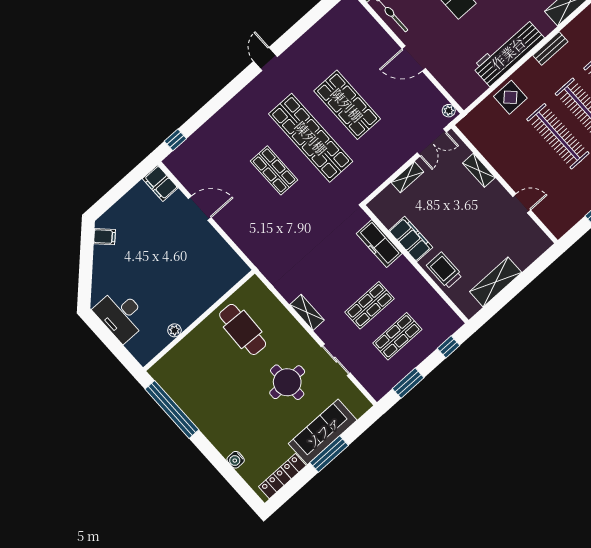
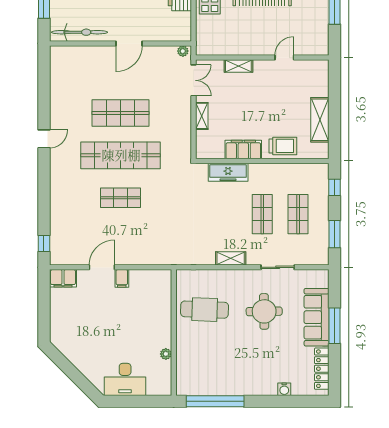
door: (266, 59) -> (44, 139), swing flipped
filing cabinet: (104, 237) -> (122, 278), moved, turned 135
trolley: (444, 270) -> (283, 146), turned 180

